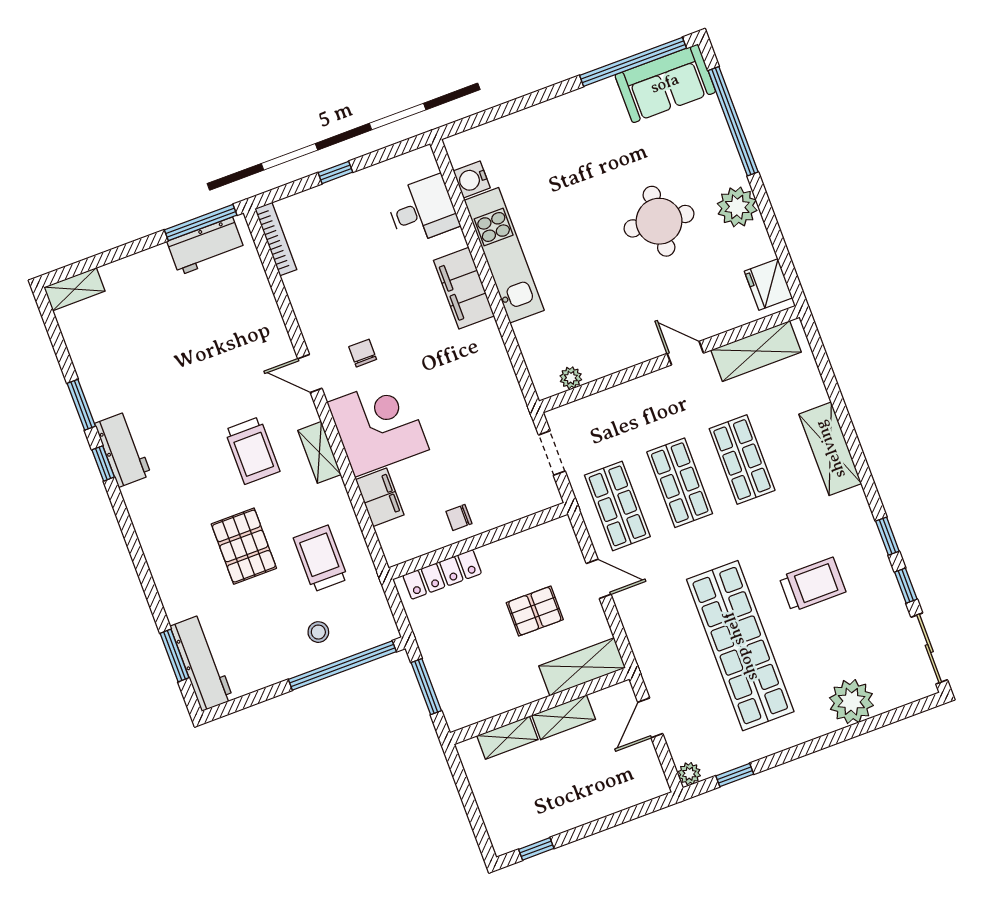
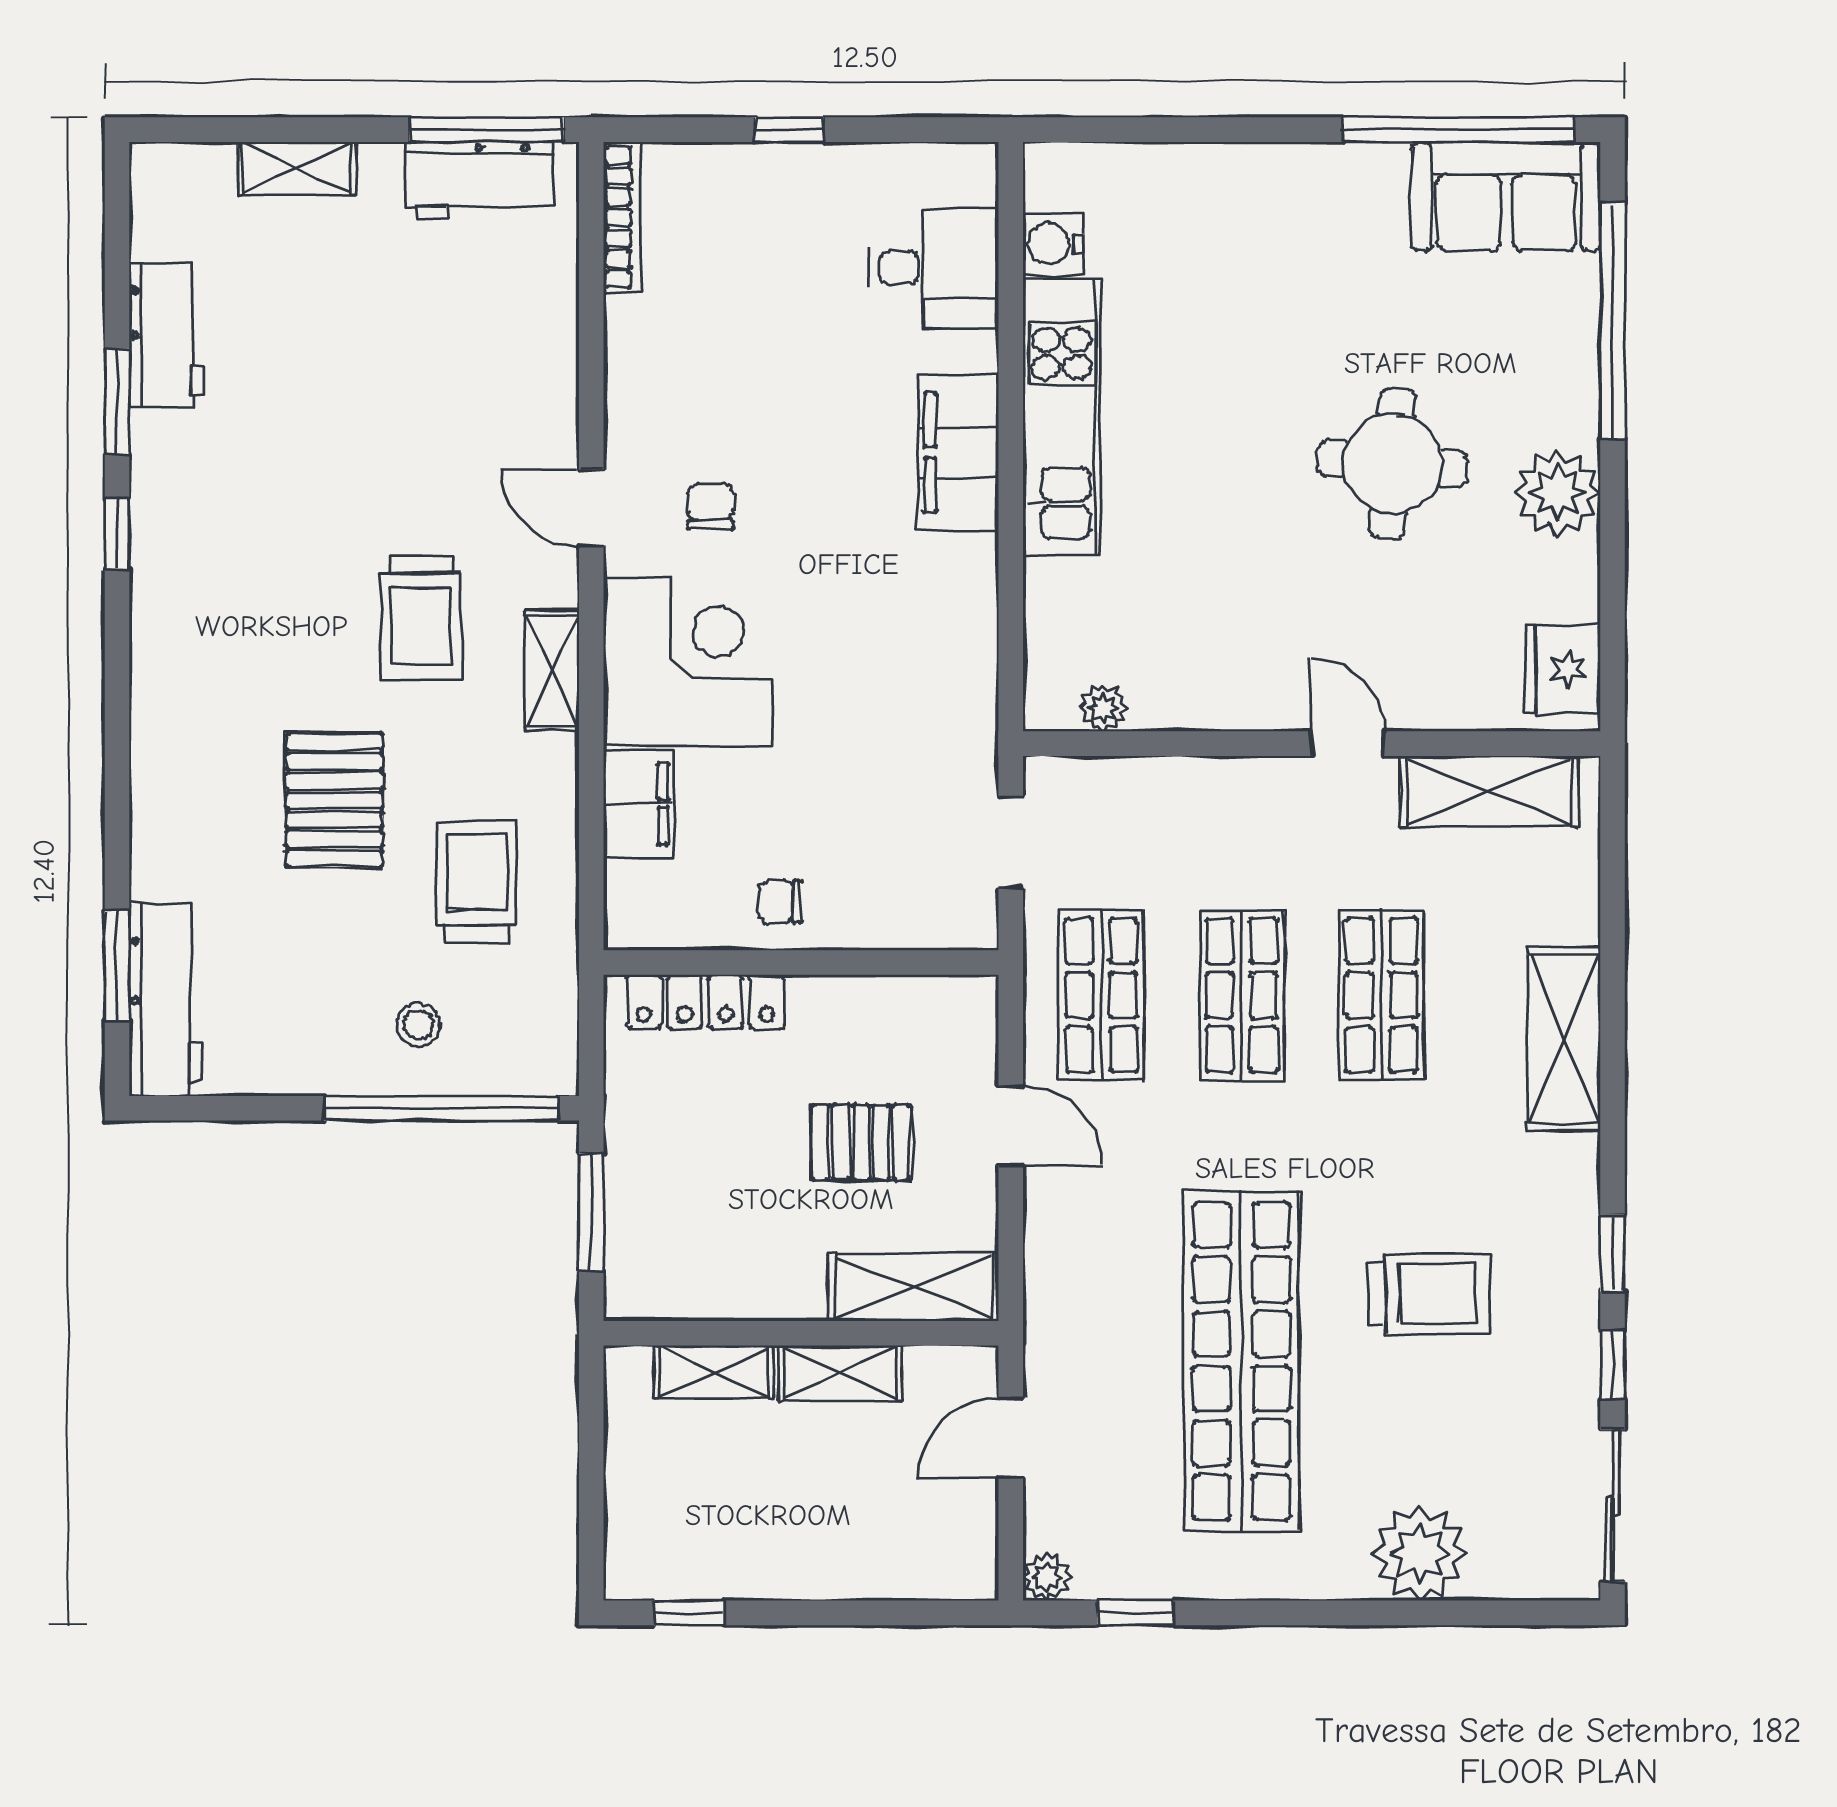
shelving: (74, 289) -> (297, 168), moved
workbench: (123, 449) -> (167, 335), moved

